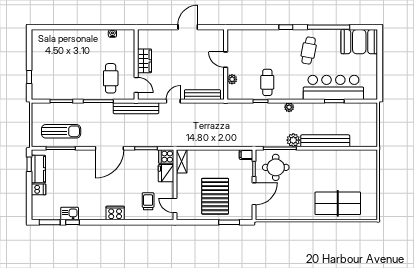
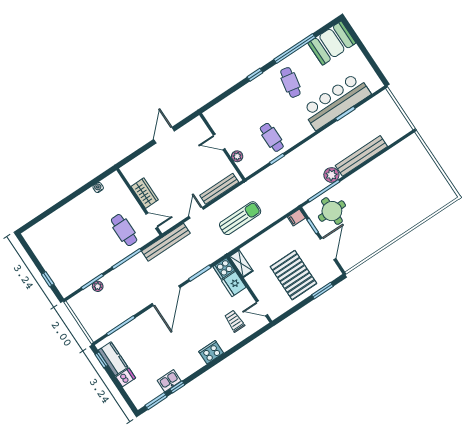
plant: (289, 107) -> (98, 286), moved
sun lounger: (61, 131) -> (240, 218), moved
table tennis table: (338, 203) -> (412, 206), removed

